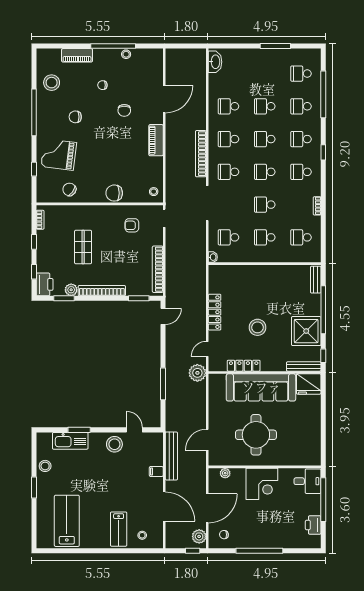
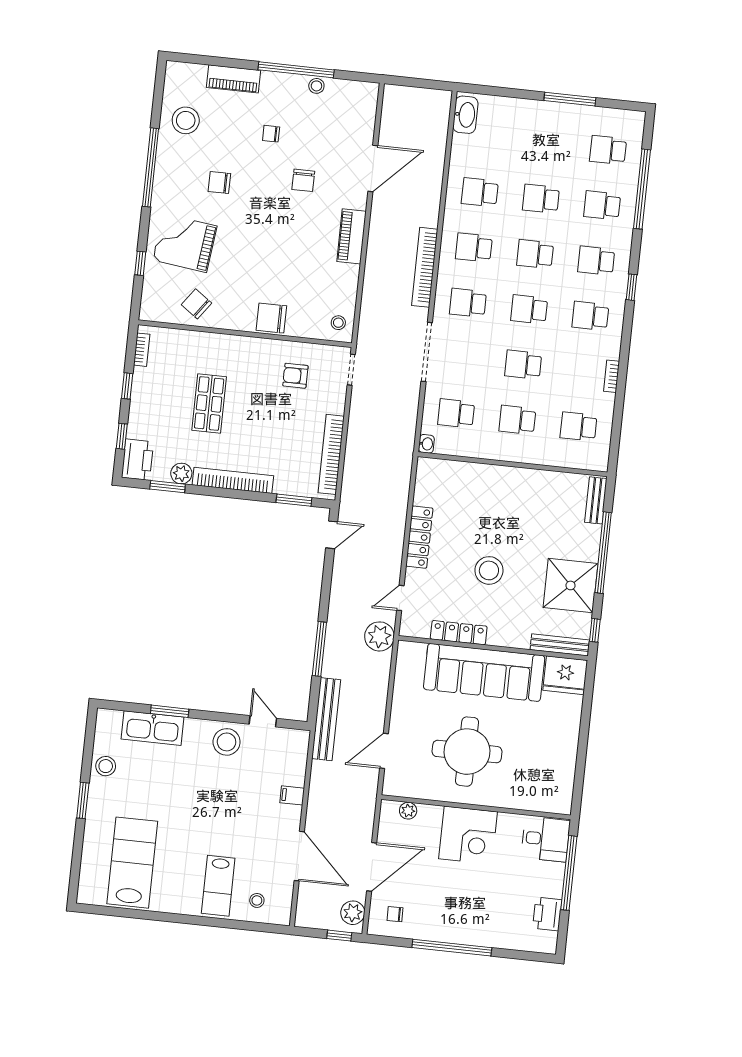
bench: (171, 456) -> (326, 719), moved

